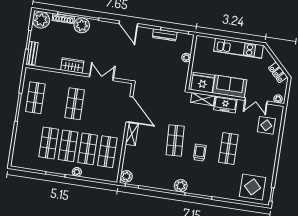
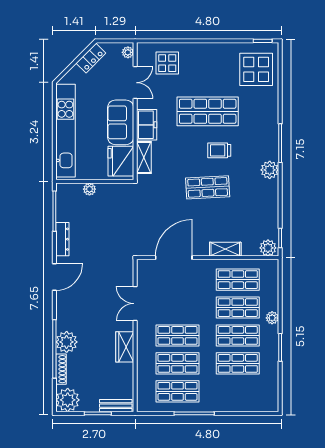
dresser: (165, 35) -> (62, 239), moved
kitchen unit: (239, 48) -> (65, 131), width x1.36
shop shelf: (55, 101) -> (177, 363), added
shelving: (132, 134) -> (225, 249), moved
shop shelf: (228, 149) -> (208, 111), width x1.43, depth x1.36

